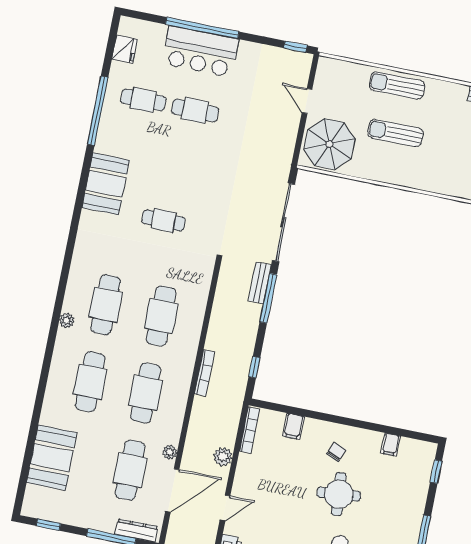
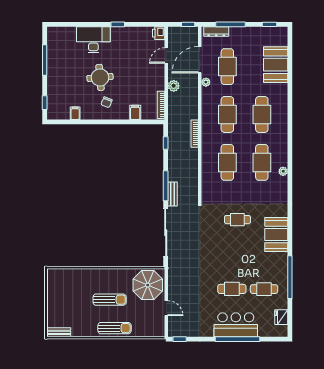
plant: (67, 320) -> (283, 171), moved

